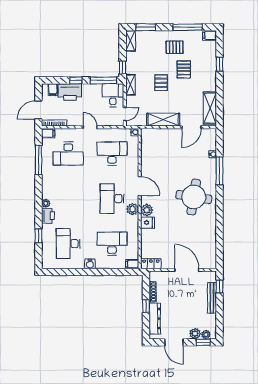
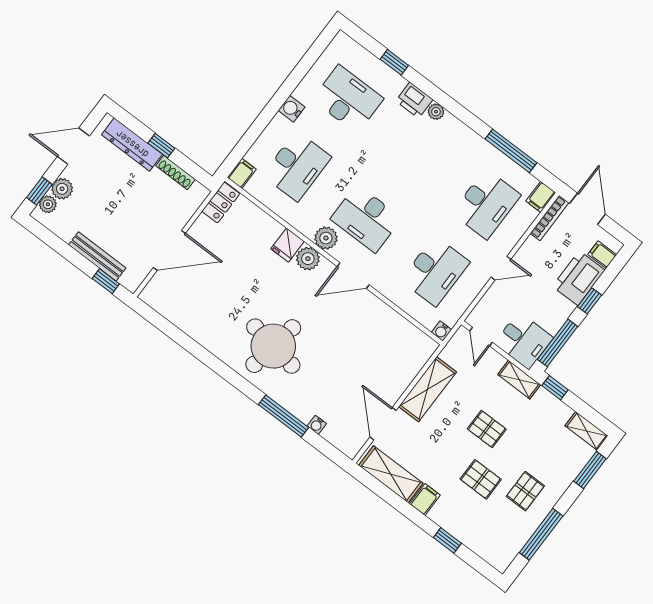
filing cabinet: (210, 35) -> (425, 499), moved
desk: (68, 154) -> (486, 204), turned 180
desk: (112, 199) -> (366, 219), turned 180

